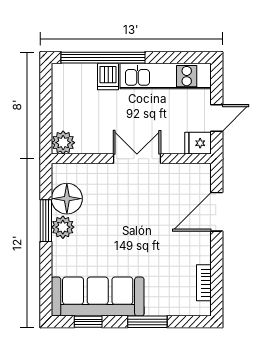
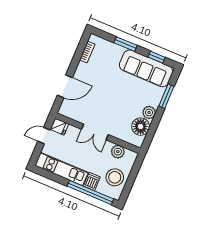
stool: (74, 99) -> (115, 177), added
plant: (63, 143) -> (118, 152), moved
window: (46, 221) -> (166, 96), moved

